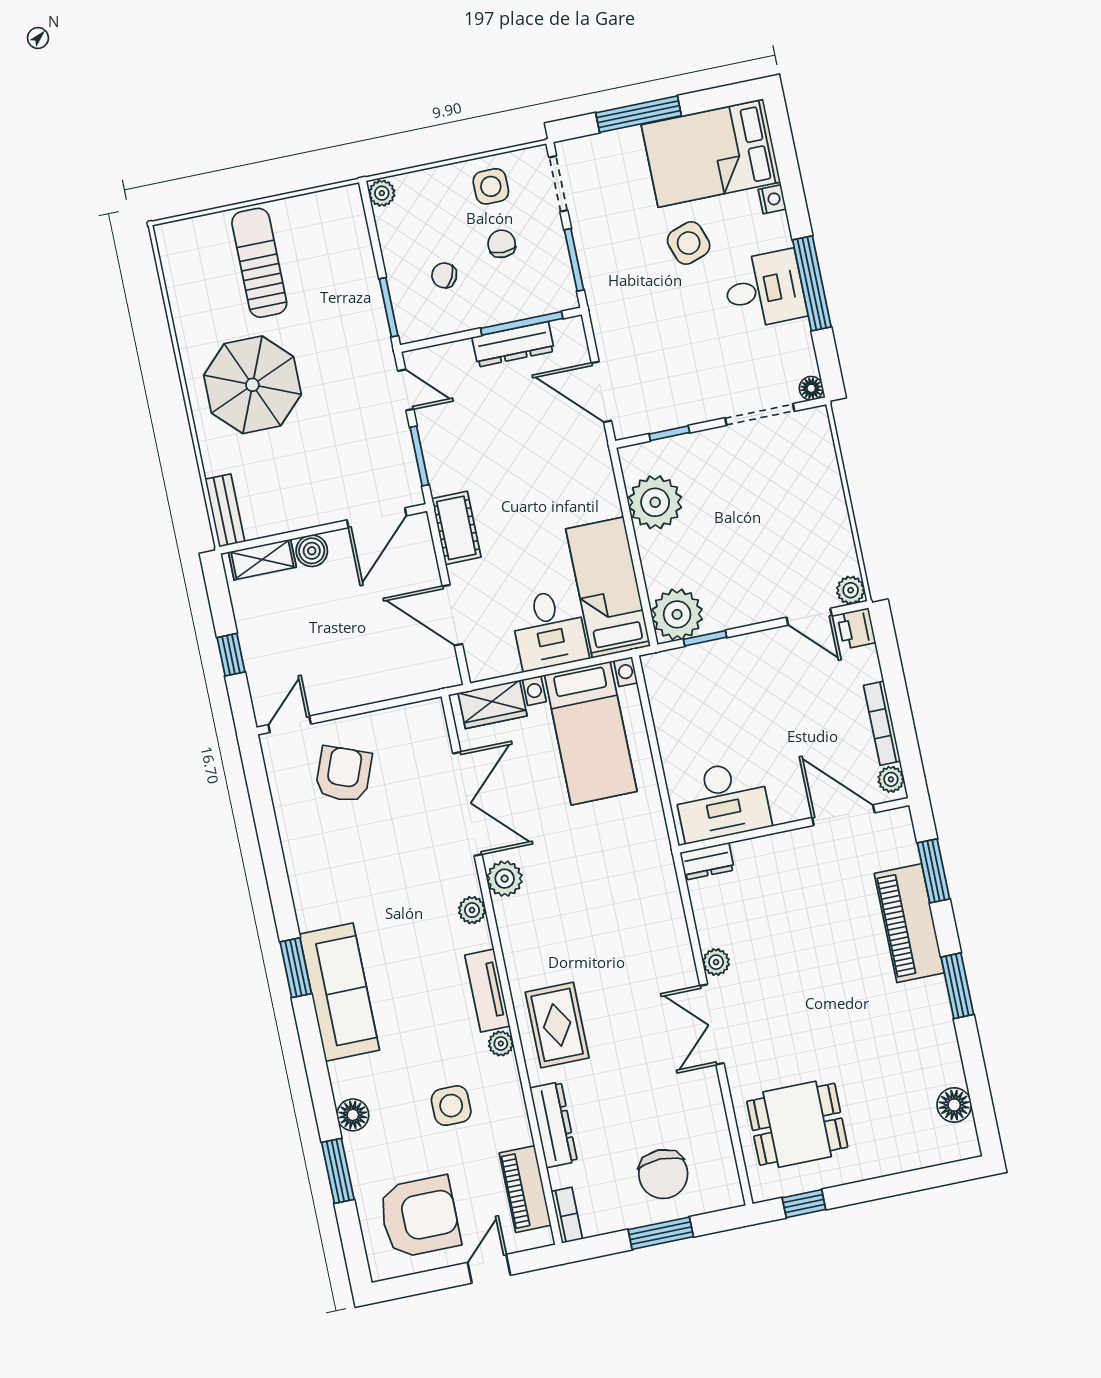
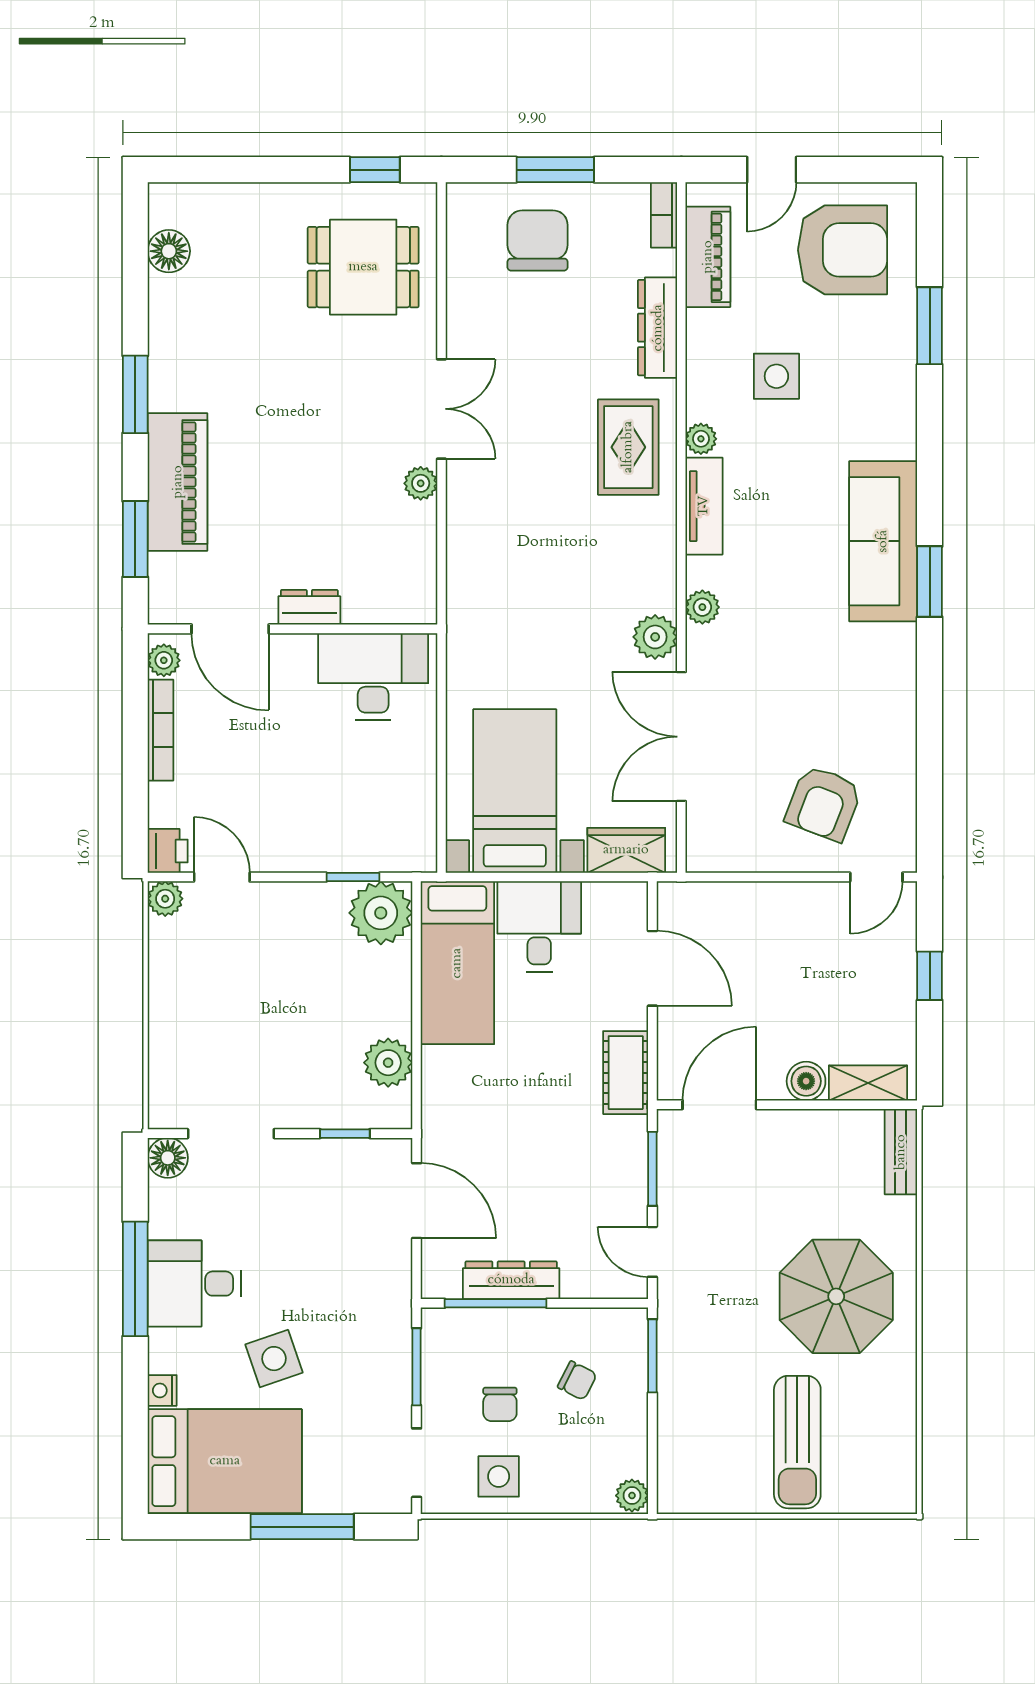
floor lamp: (811, 388) -> (168, 1158), width x1.37, depth x1.37
plant: (655, 502) -> (388, 1063), width x0.73, depth x0.73
dresser: (707, 861) -> (309, 607), moved
floor lamp: (353, 1115) -> (898, 390), removed
armchair: (419, 1217) -> (843, 250), turned 180

